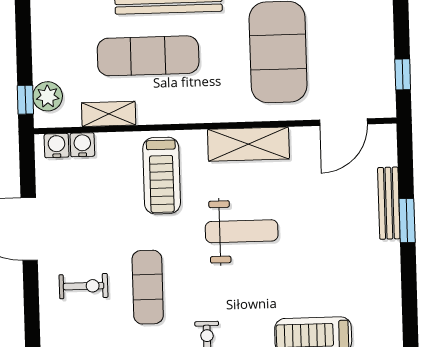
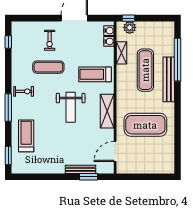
window: (403, 74) -> (134, 177), removed
door: (343, 122) -> (115, 151), hinge flipped
window: (407, 221) -> (88, 177), moved

